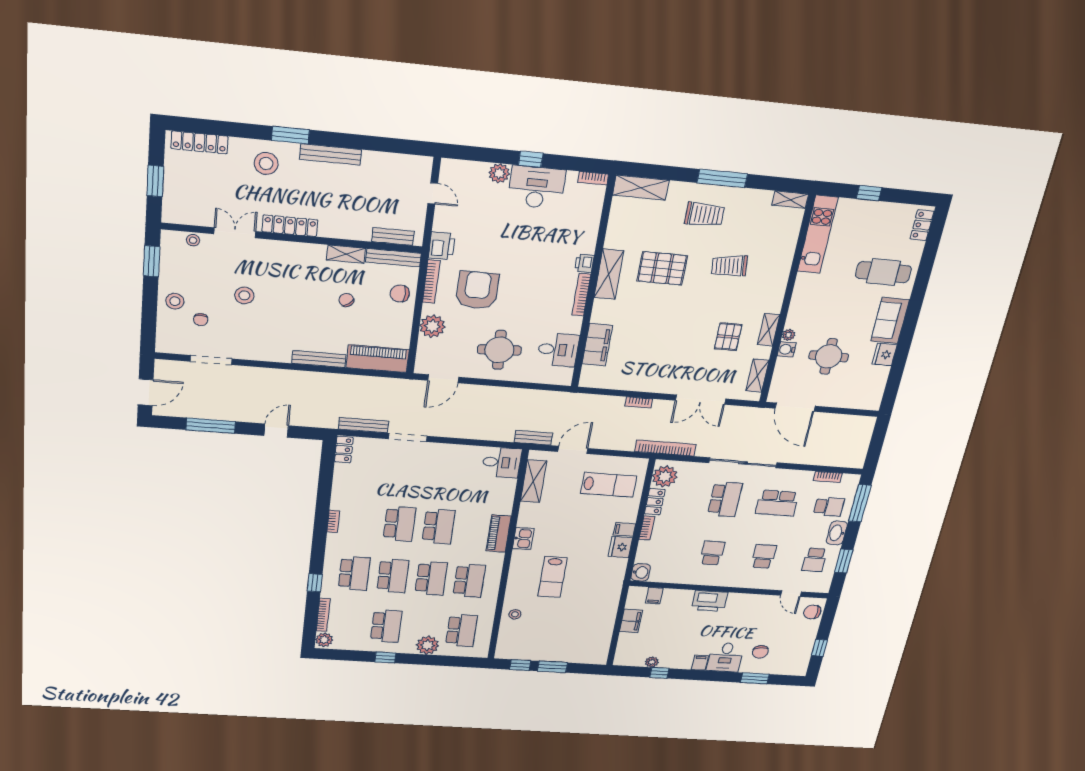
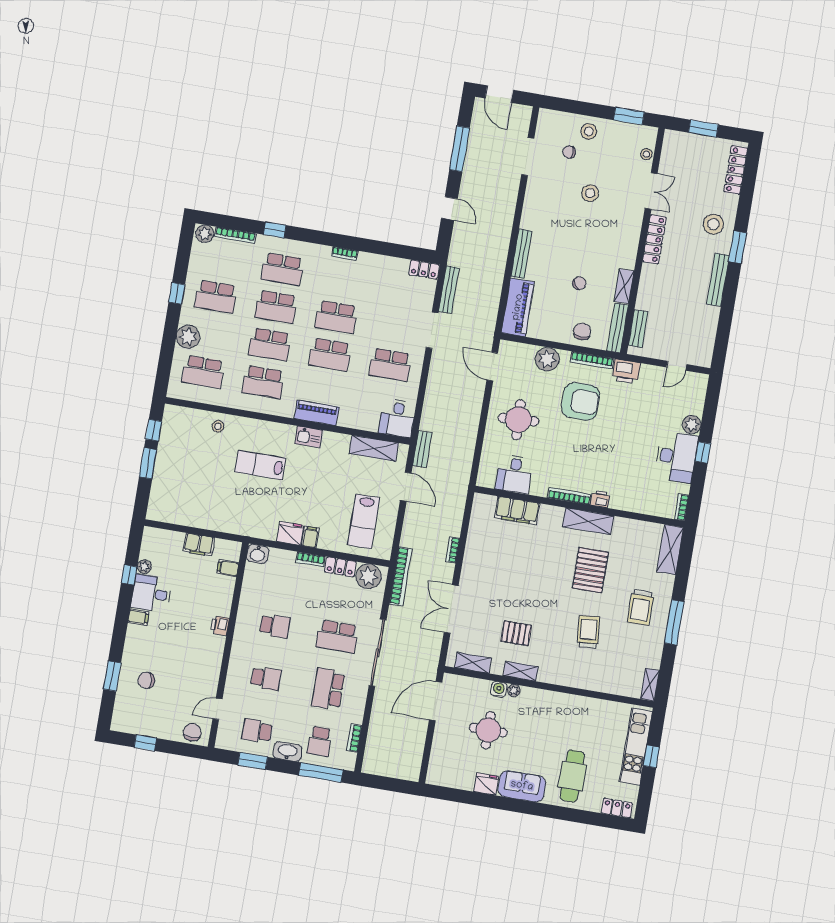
kitchen unit: (818, 234) -> (636, 747), moved, turned 90
school desk: (446, 473) -> (390, 365), added
printer: (710, 601) -> (220, 626), width x0.53, depth x0.68
desk: (725, 657) -> (151, 593), moved

